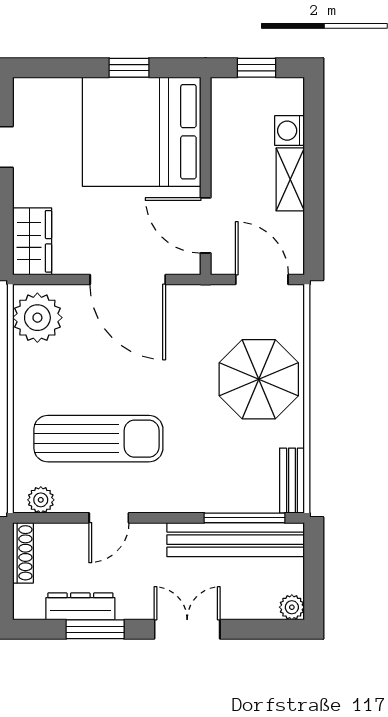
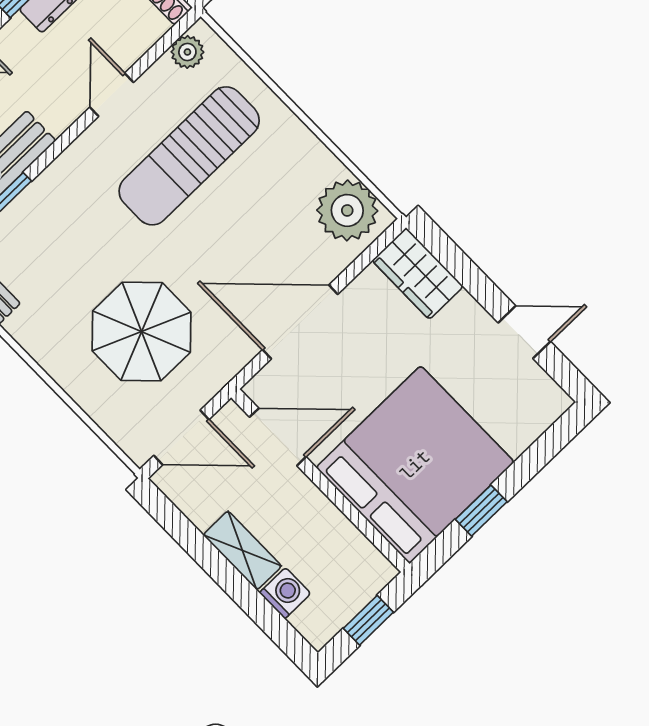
parasol: (259, 379) -> (142, 332), moved

